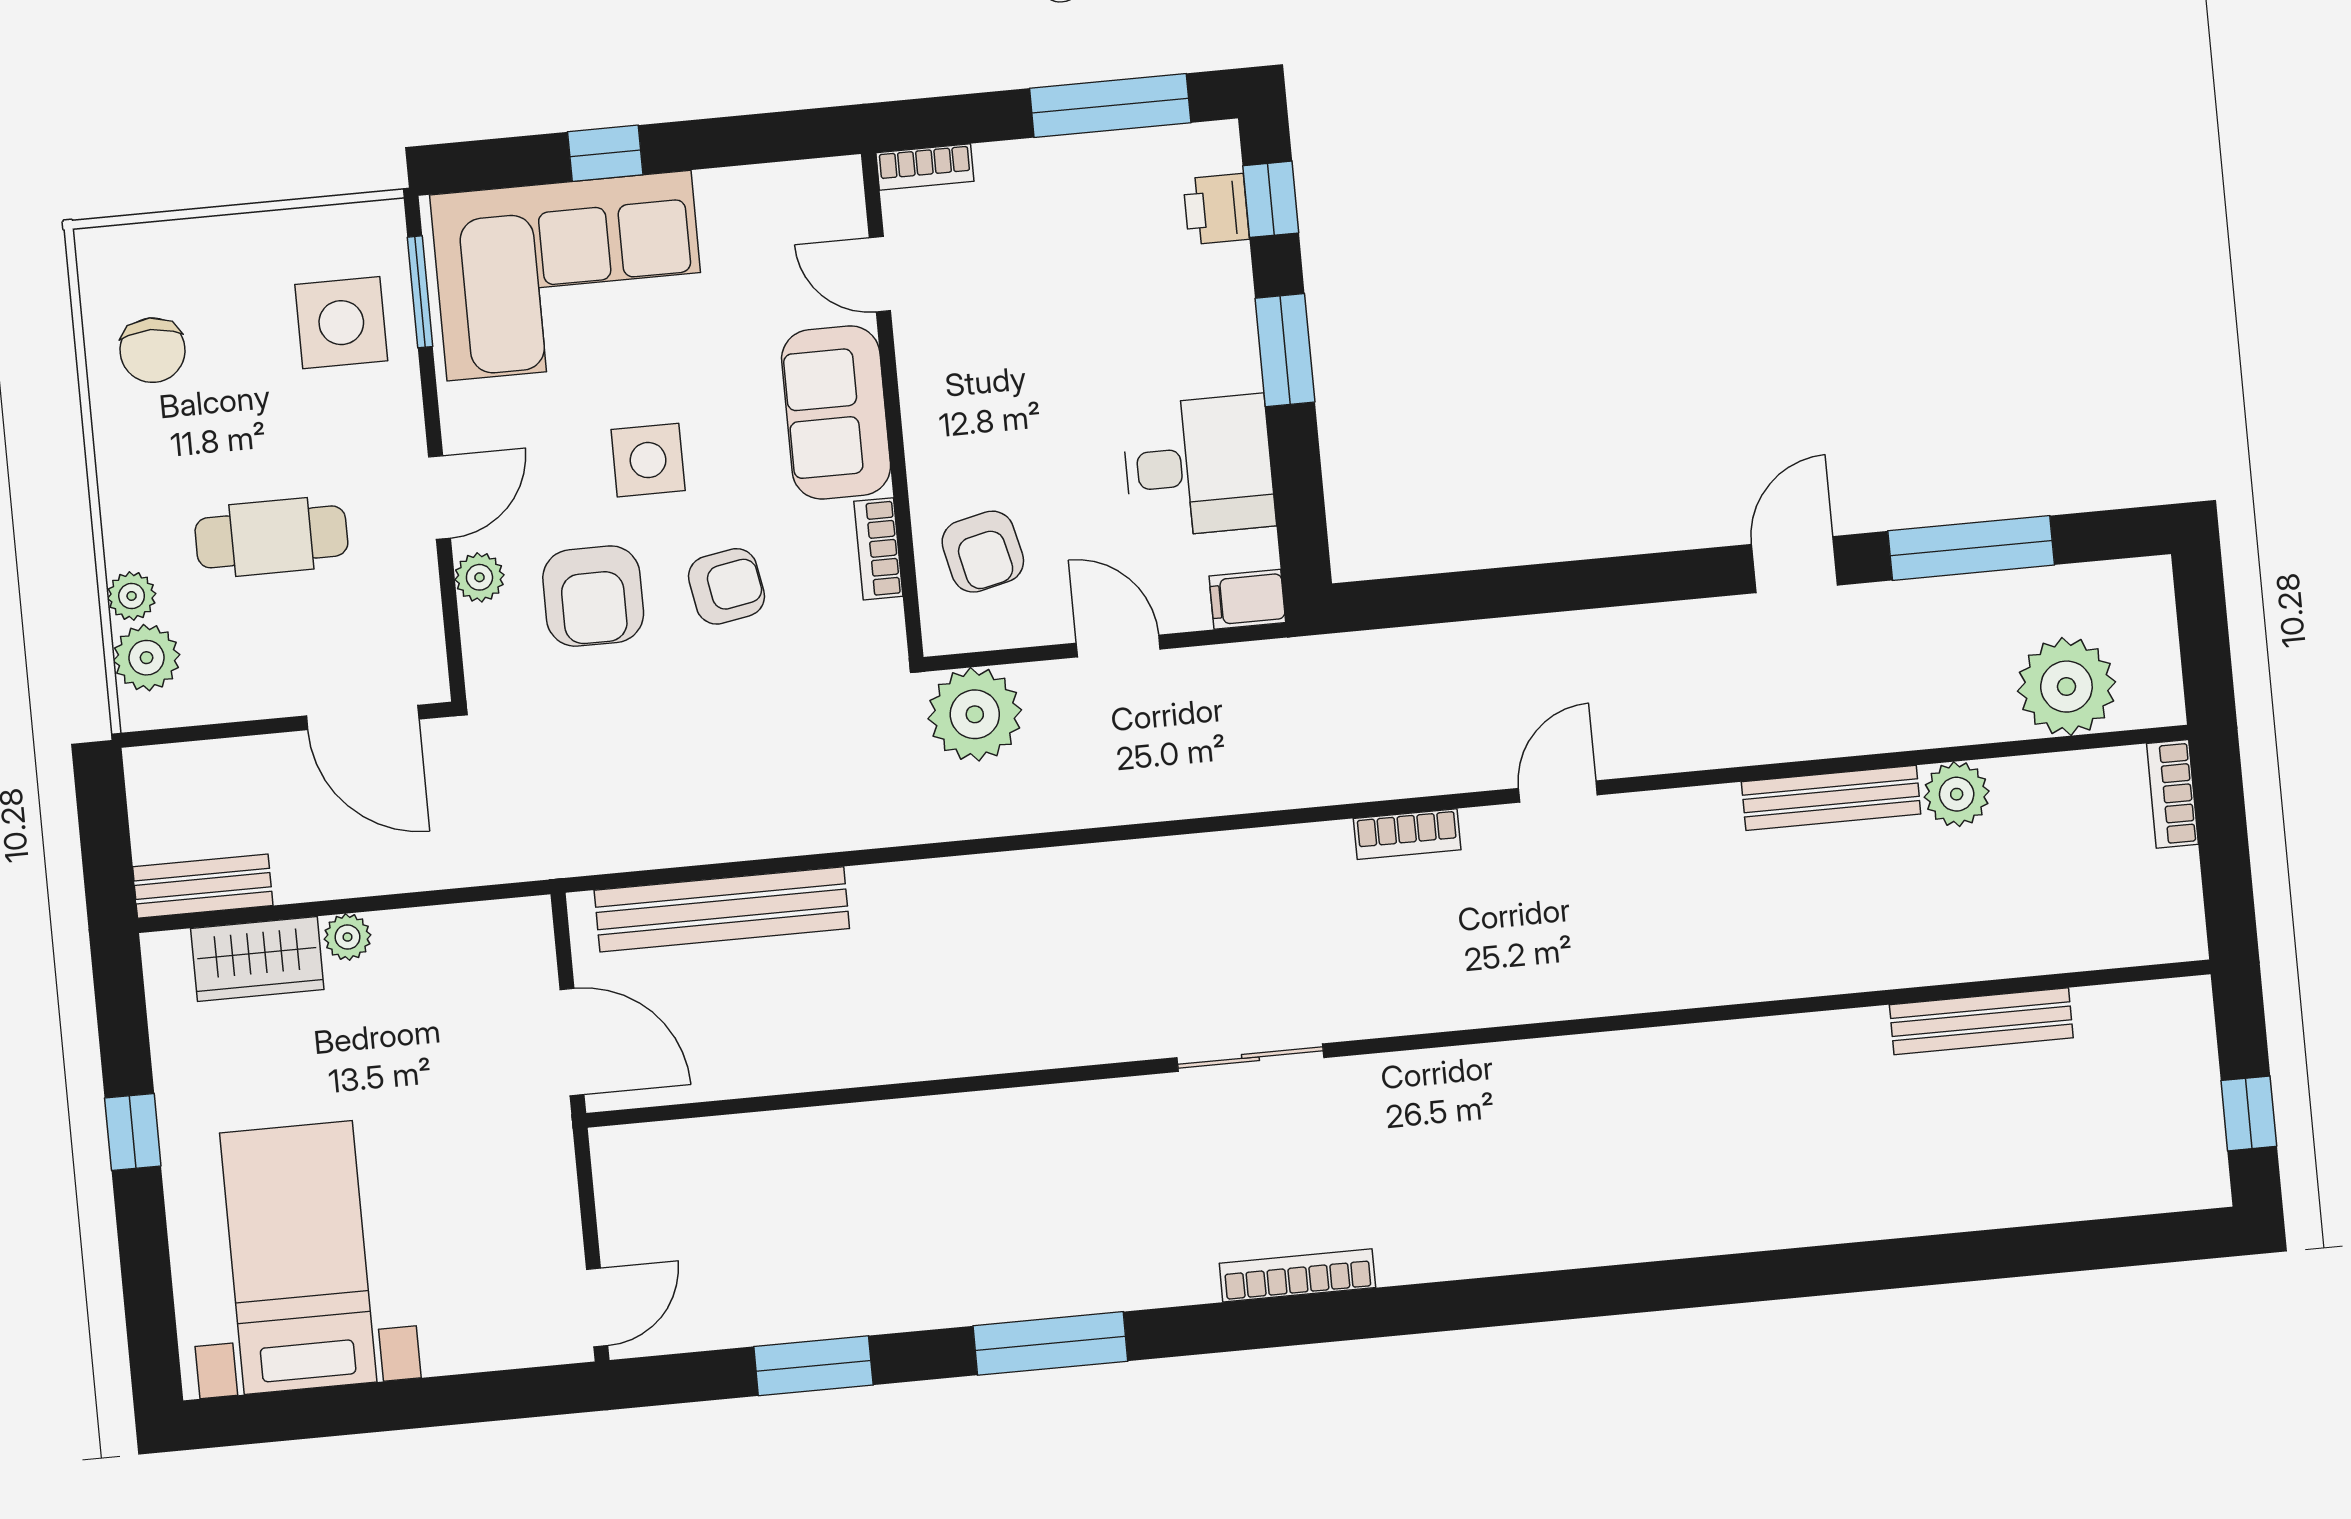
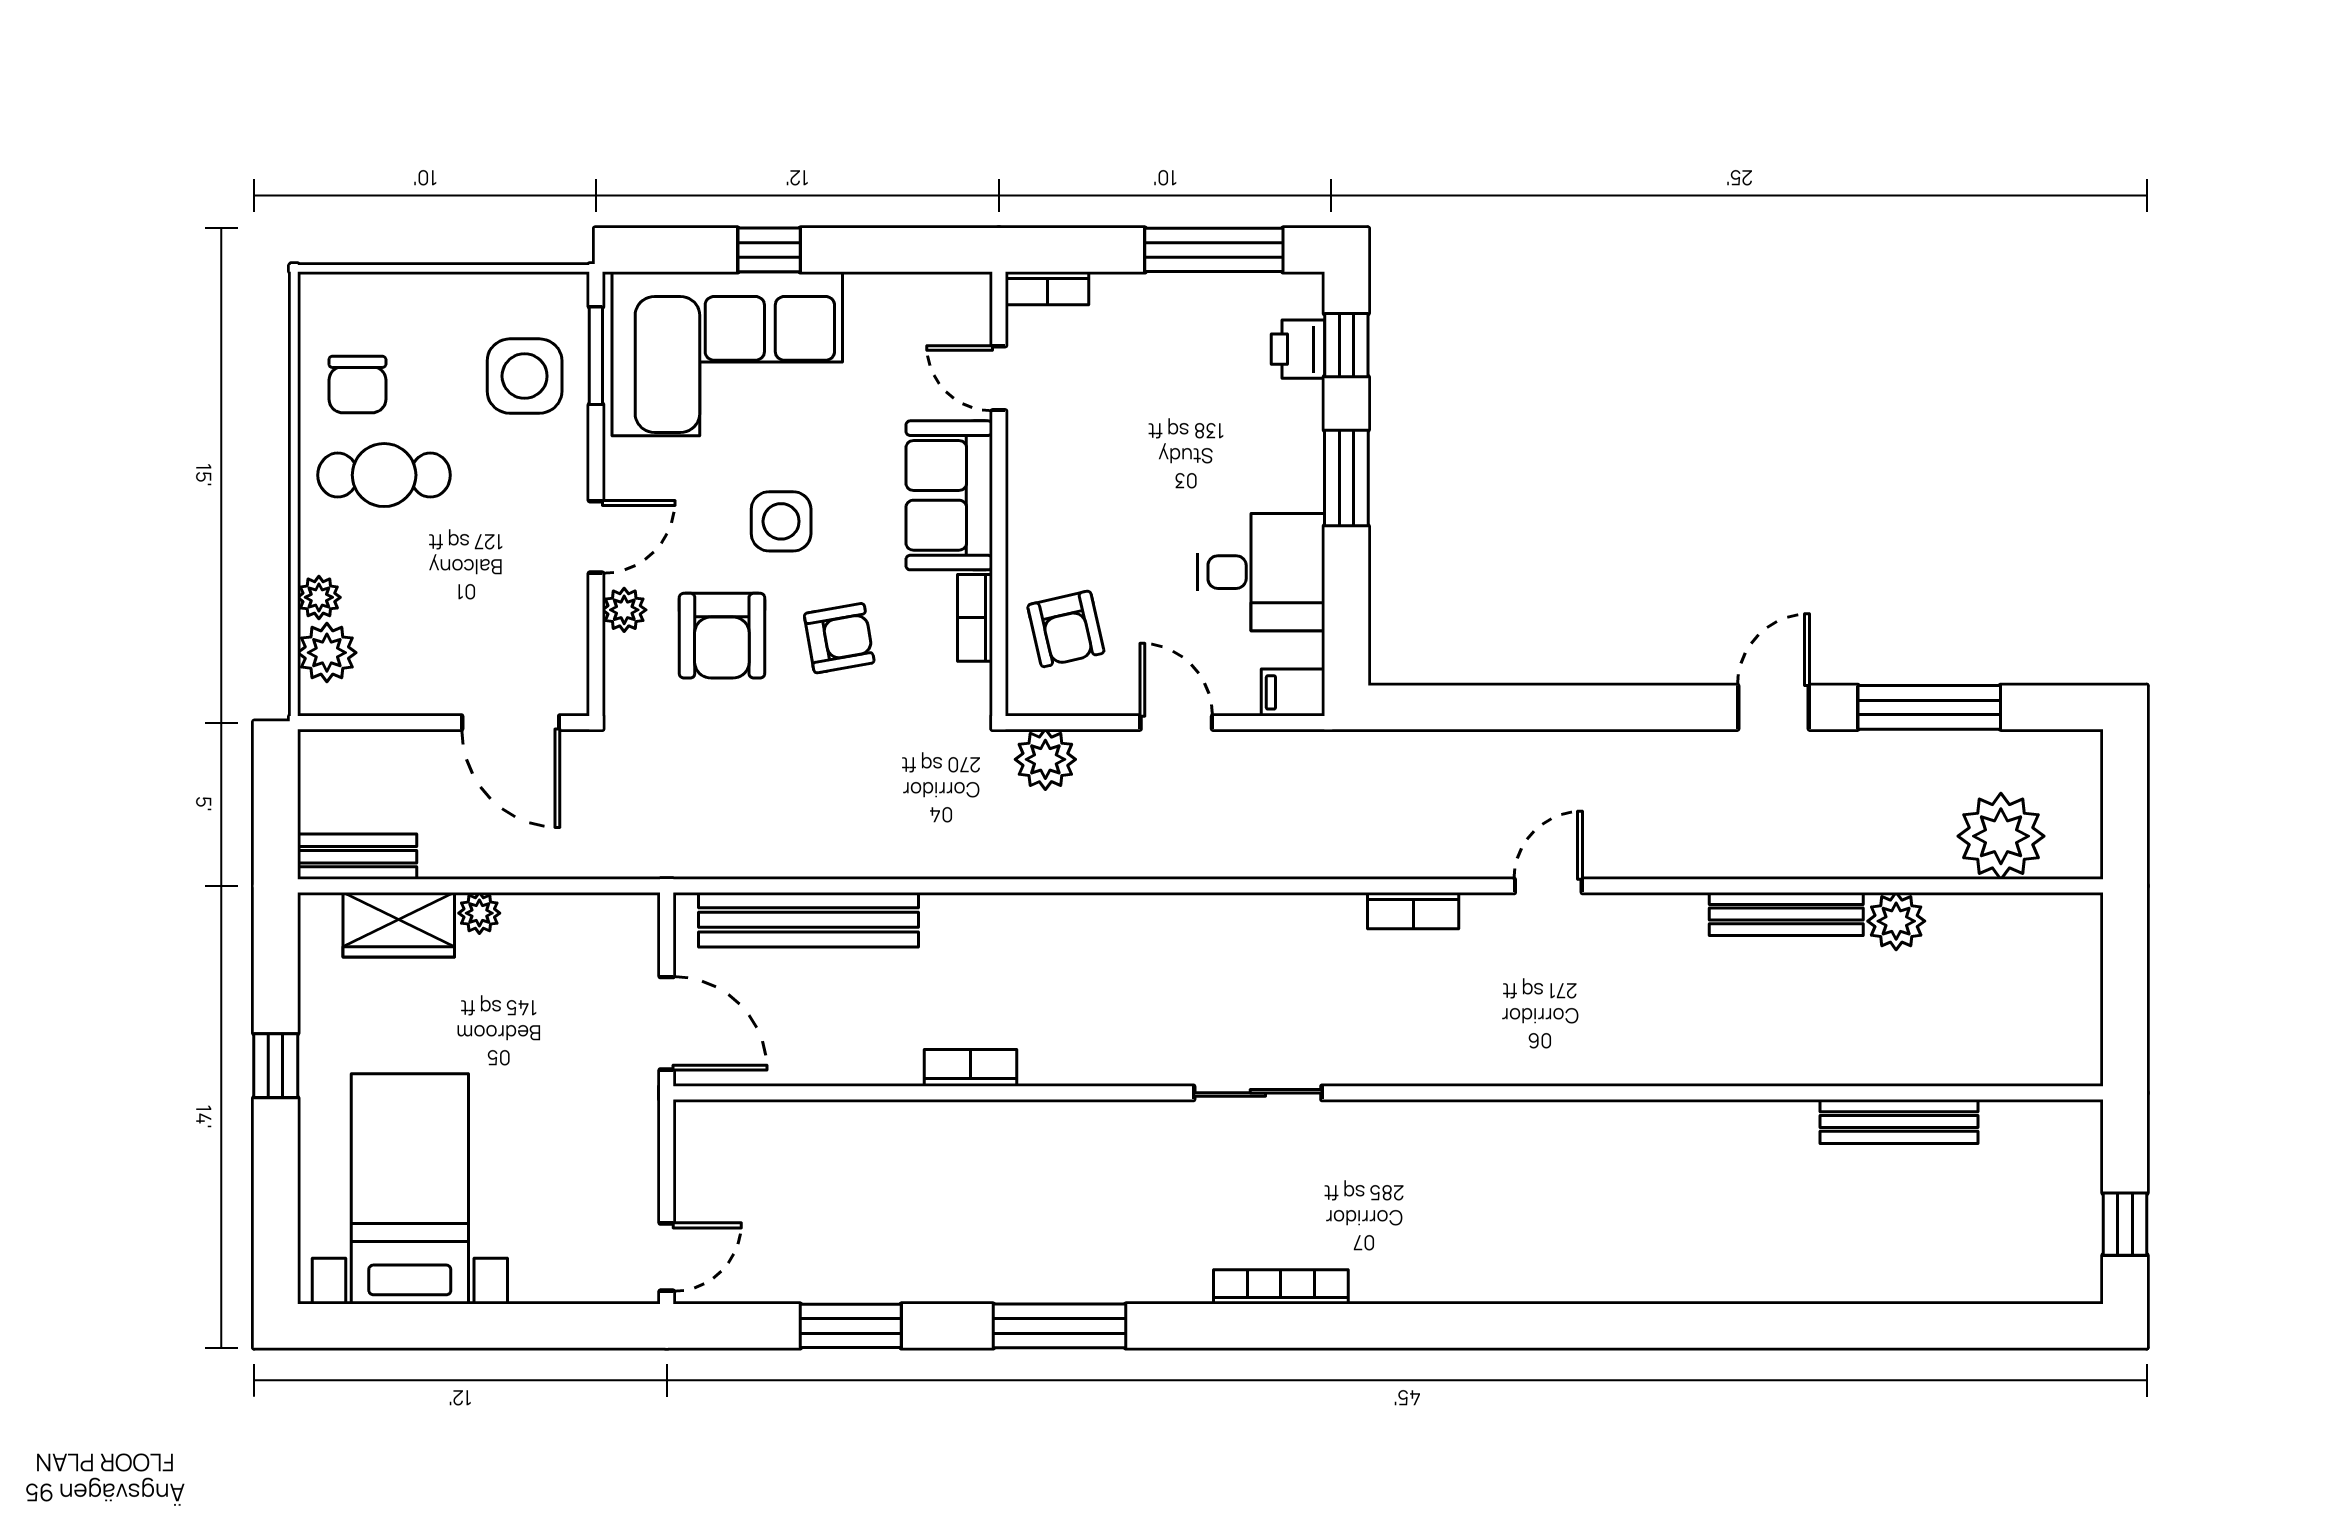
cafe table: (271, 537) -> (384, 475), moved
plant: (975, 714) -> (1045, 759), width x0.73, depth x0.73
bookcase: (2173, 794) -> (970, 1068), moved, turned 90

